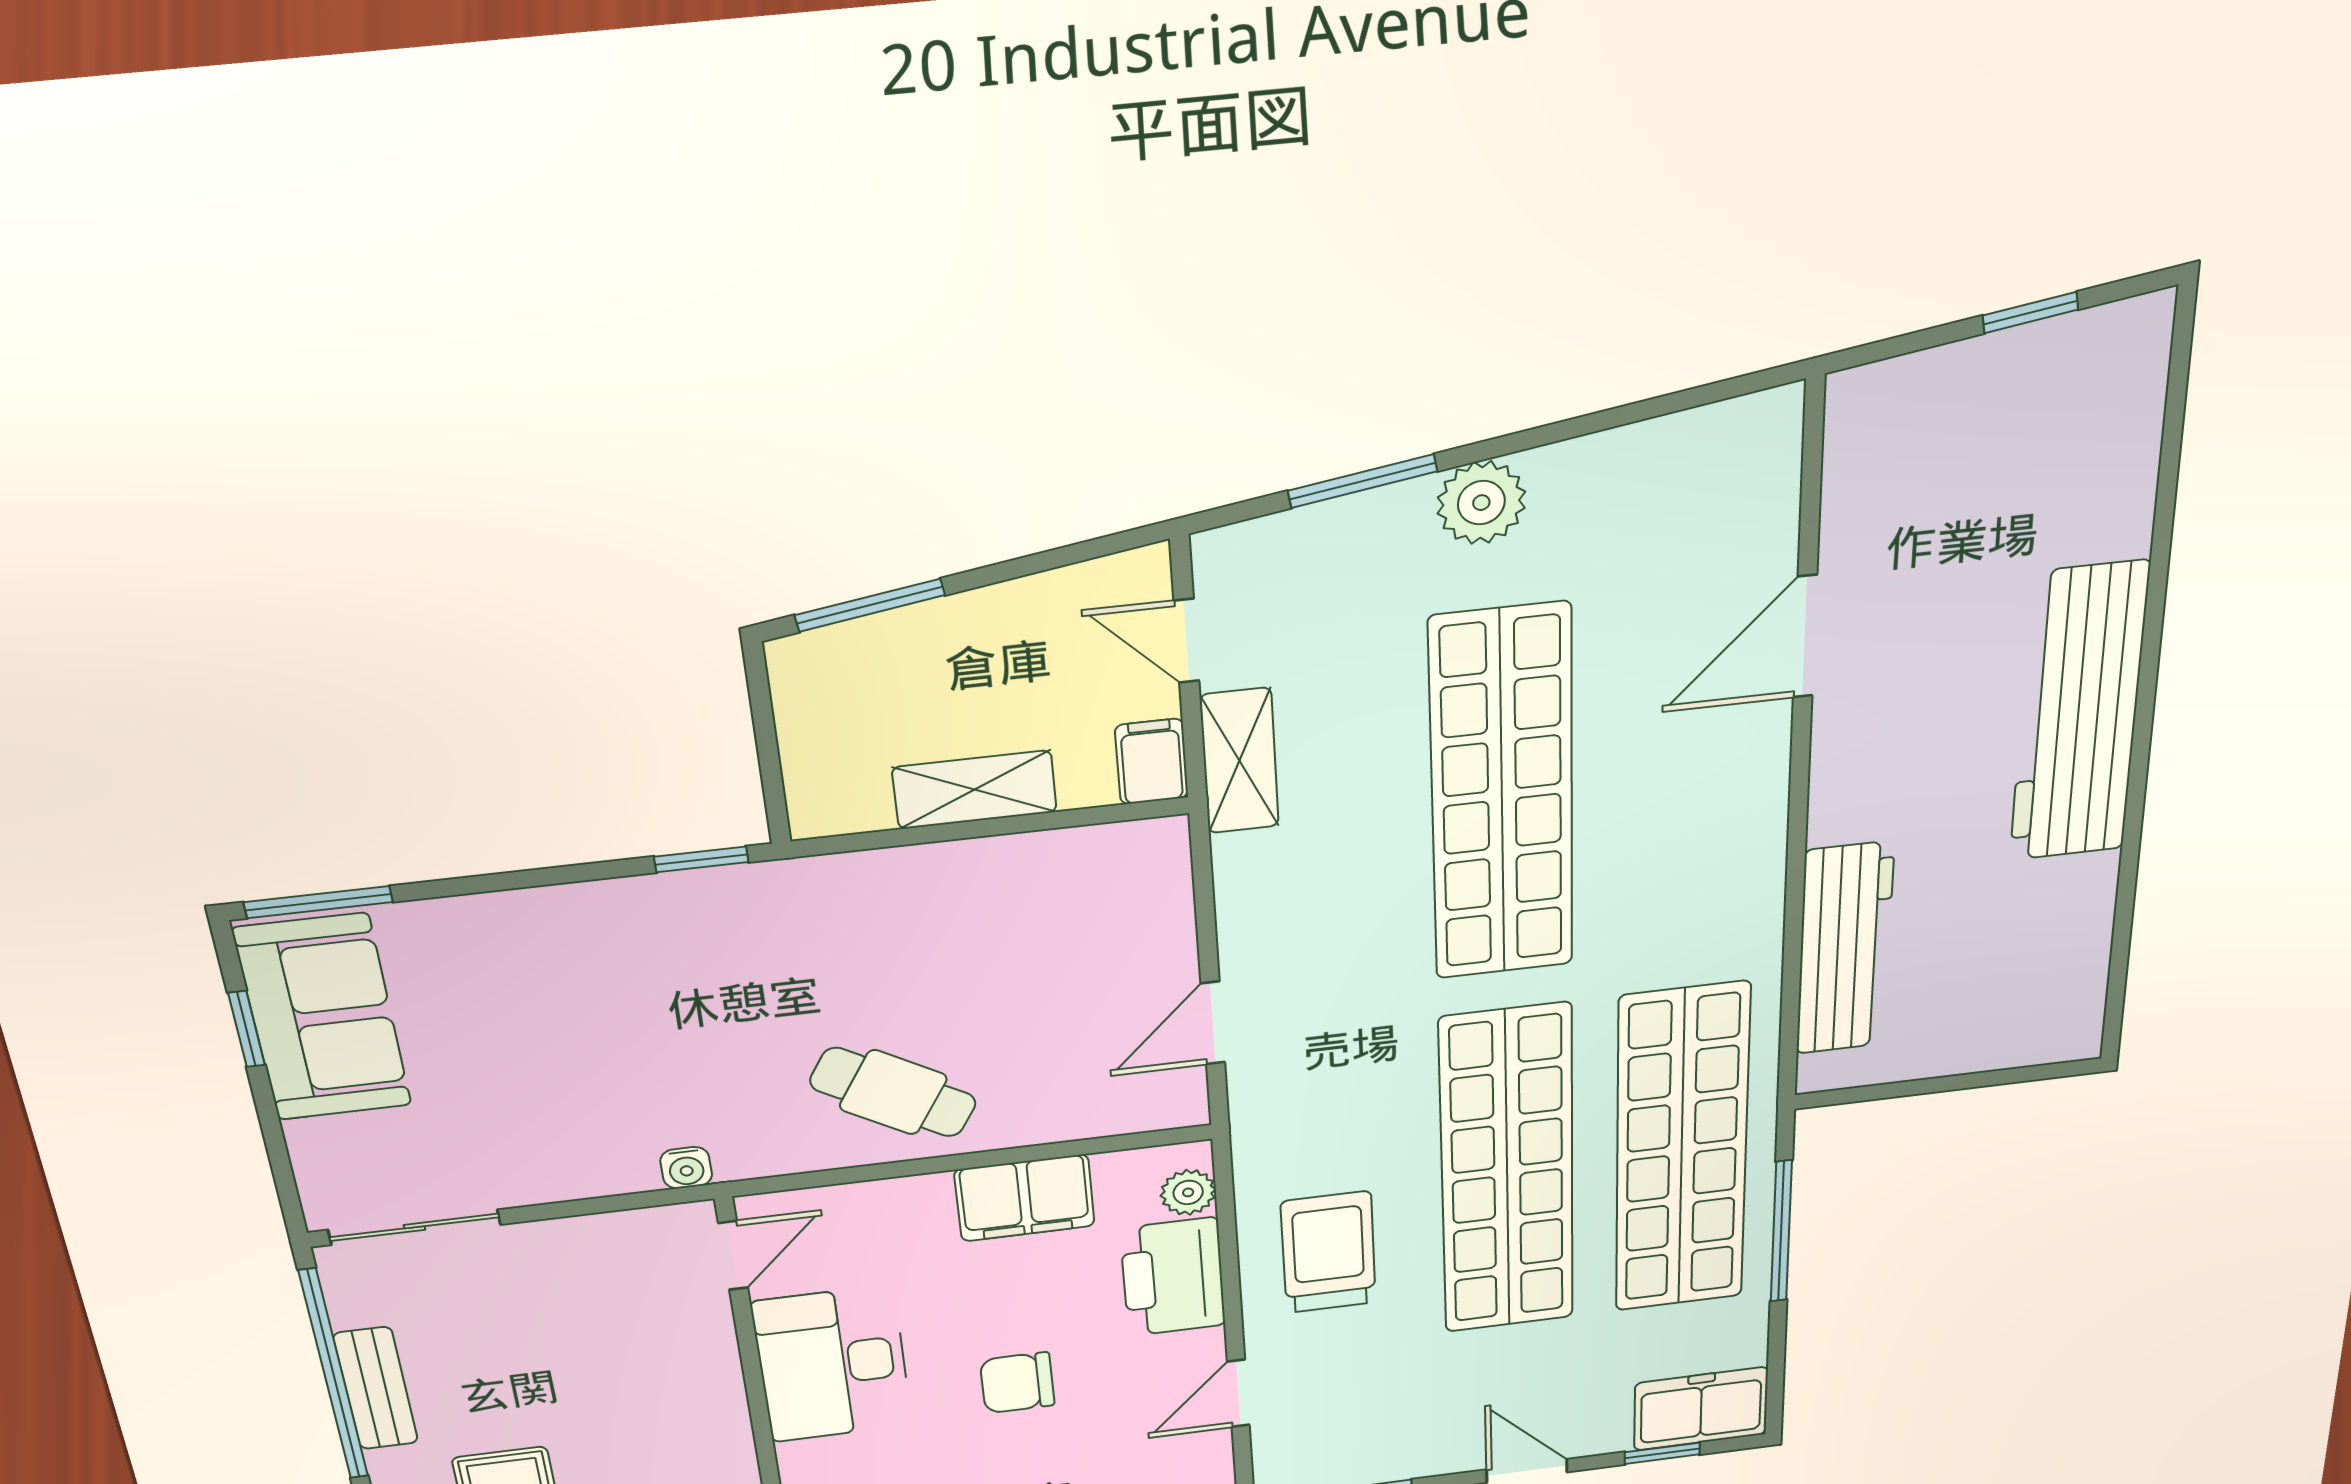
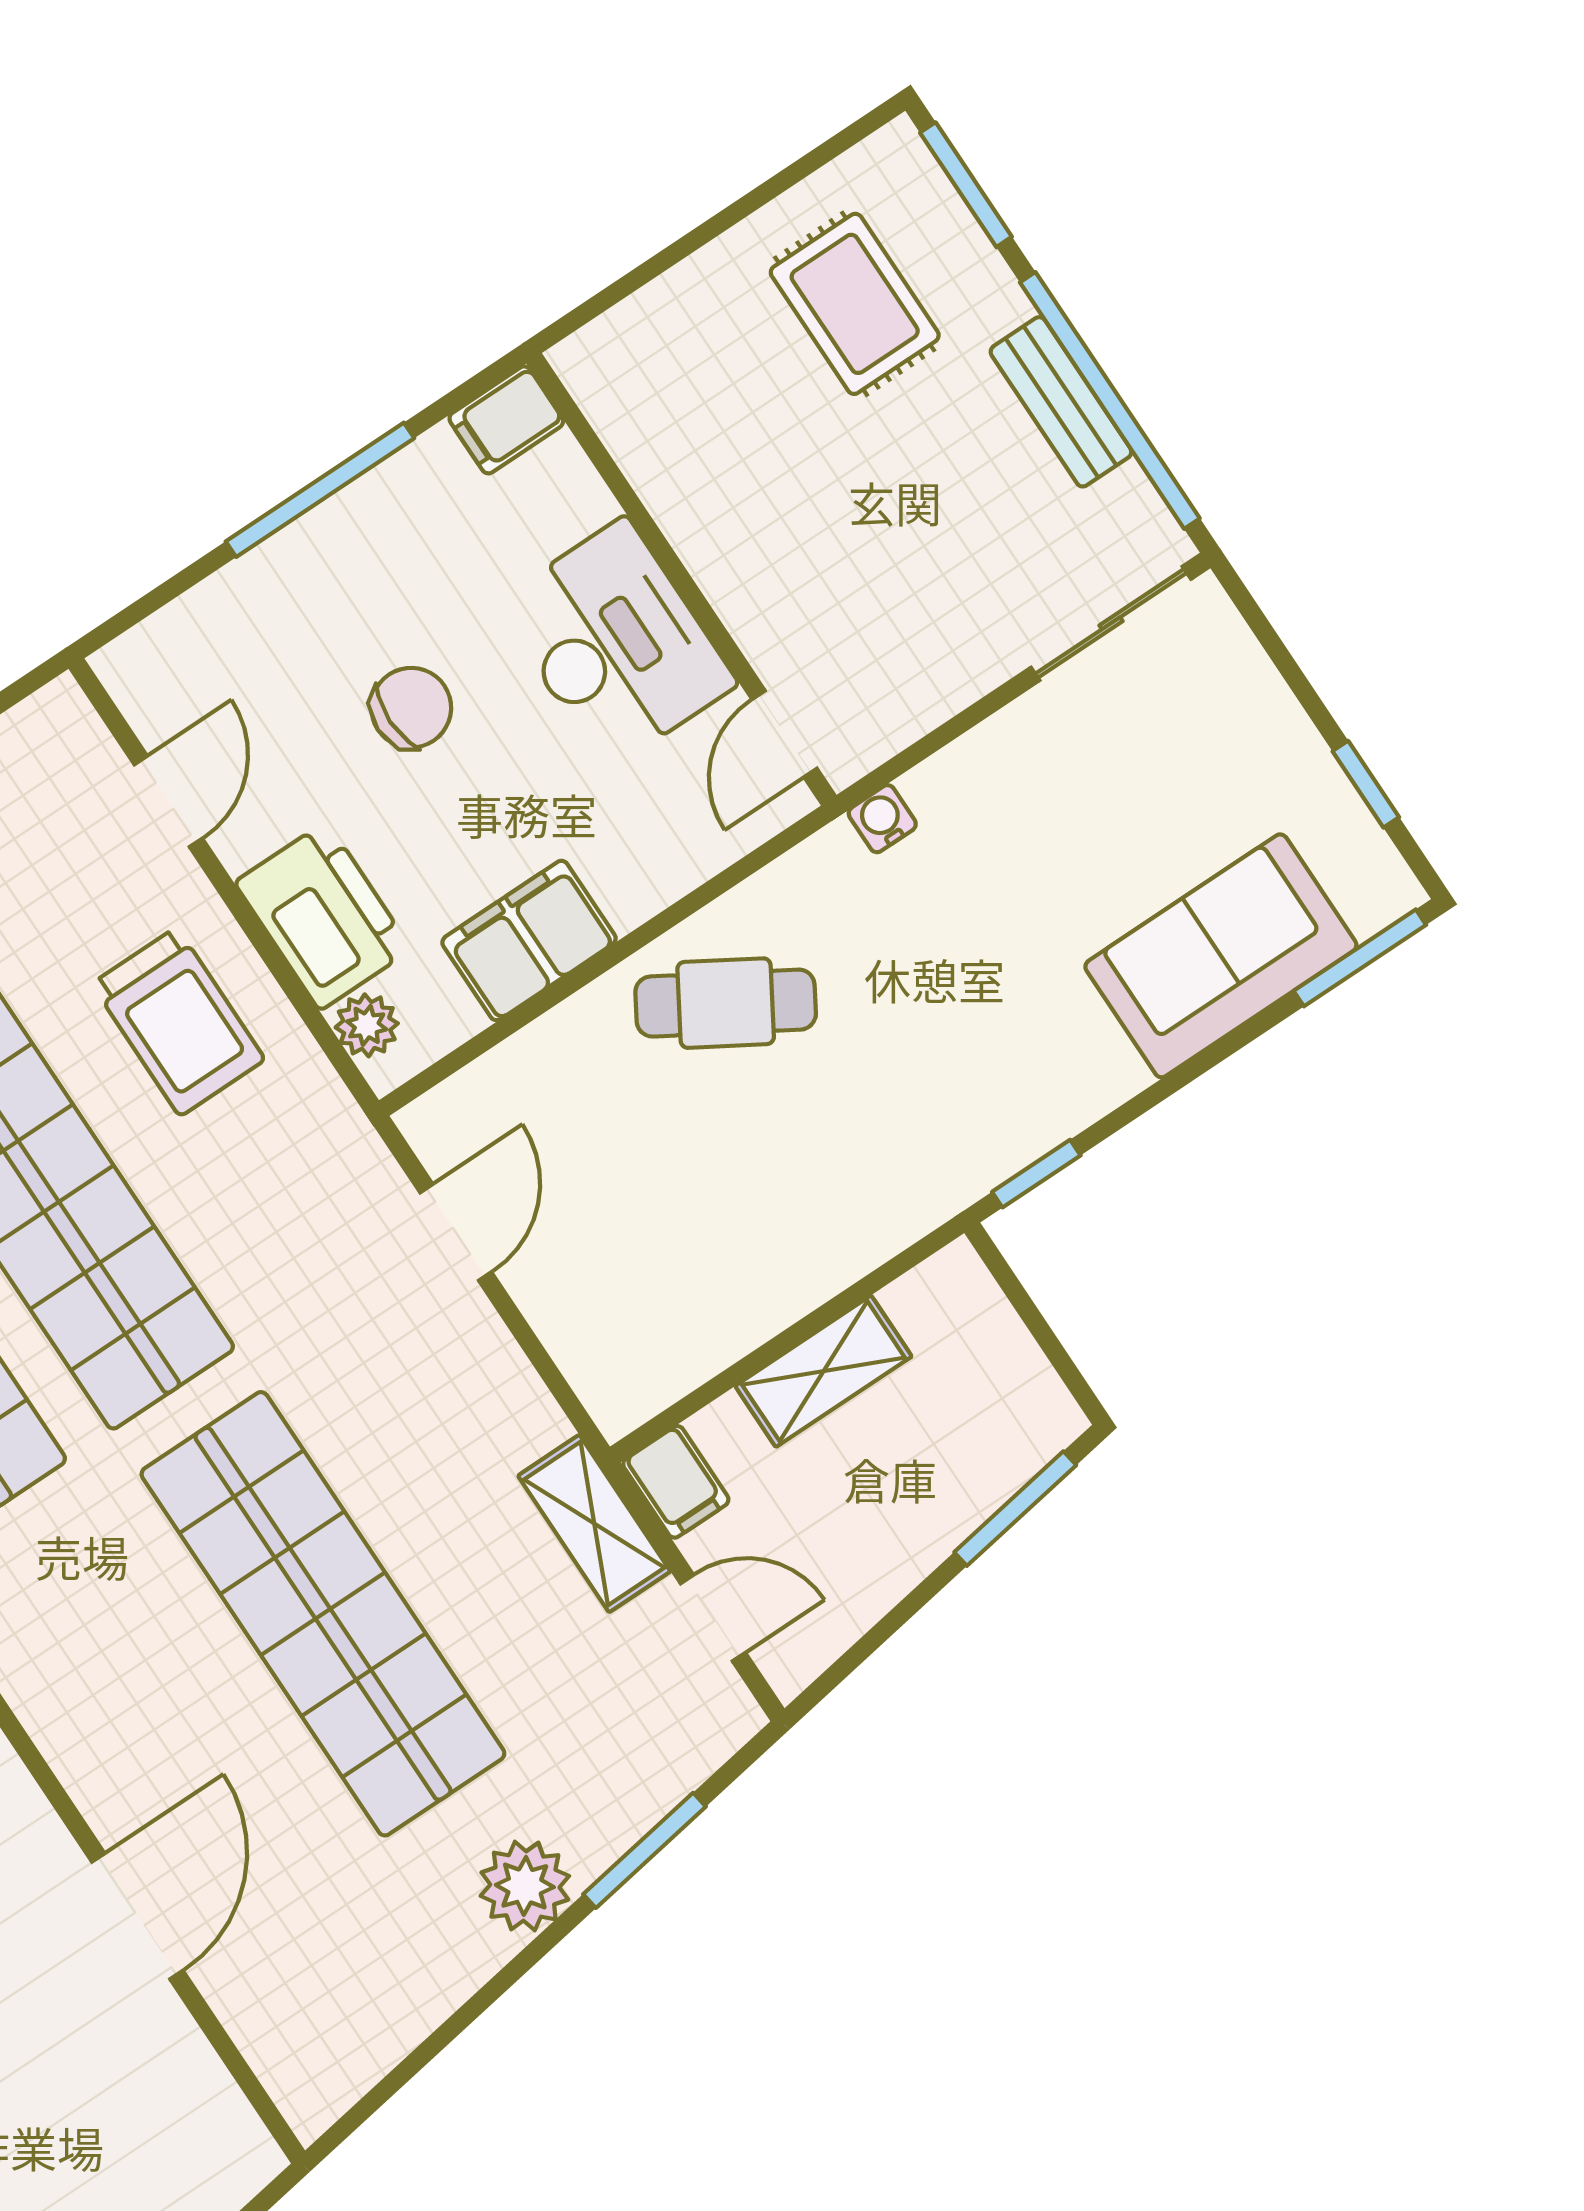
sofa: (323, 1018) -> (1221, 956), moved, turned 90

